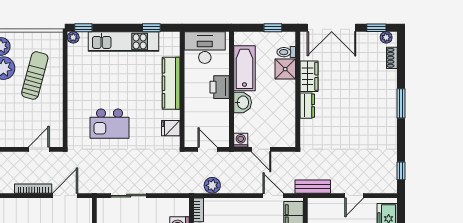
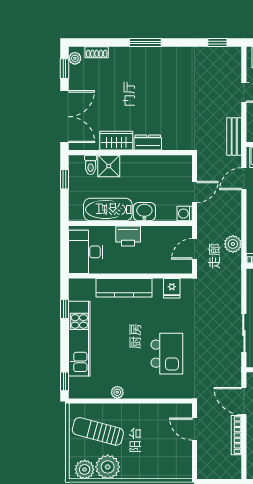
plant: (73, 37) -> (117, 392), moved
sun lounger: (35, 75) -> (98, 431), moved

